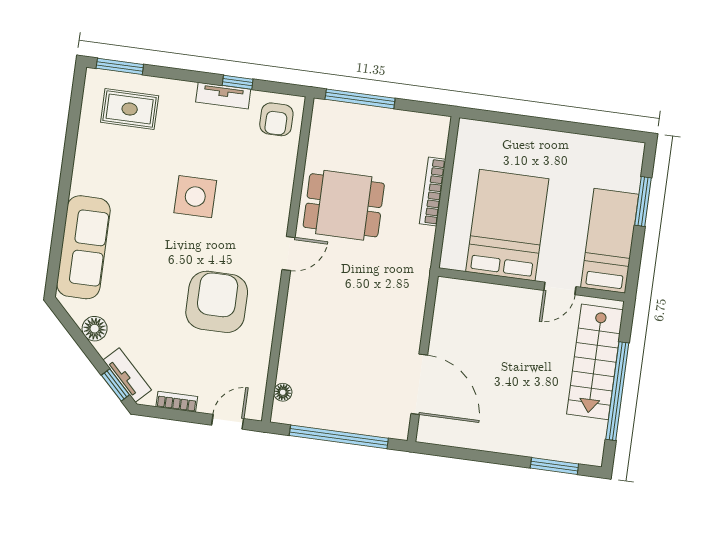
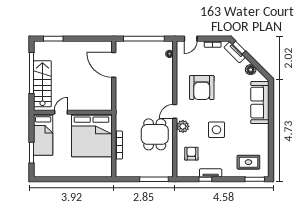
armchair: (276, 119) -> (191, 154), moved
dining table: (344, 205) -> (155, 134), turned 90
plant: (275, 215) -> (183, 126), added
bed: (507, 225) -> (92, 135), width x1.36

